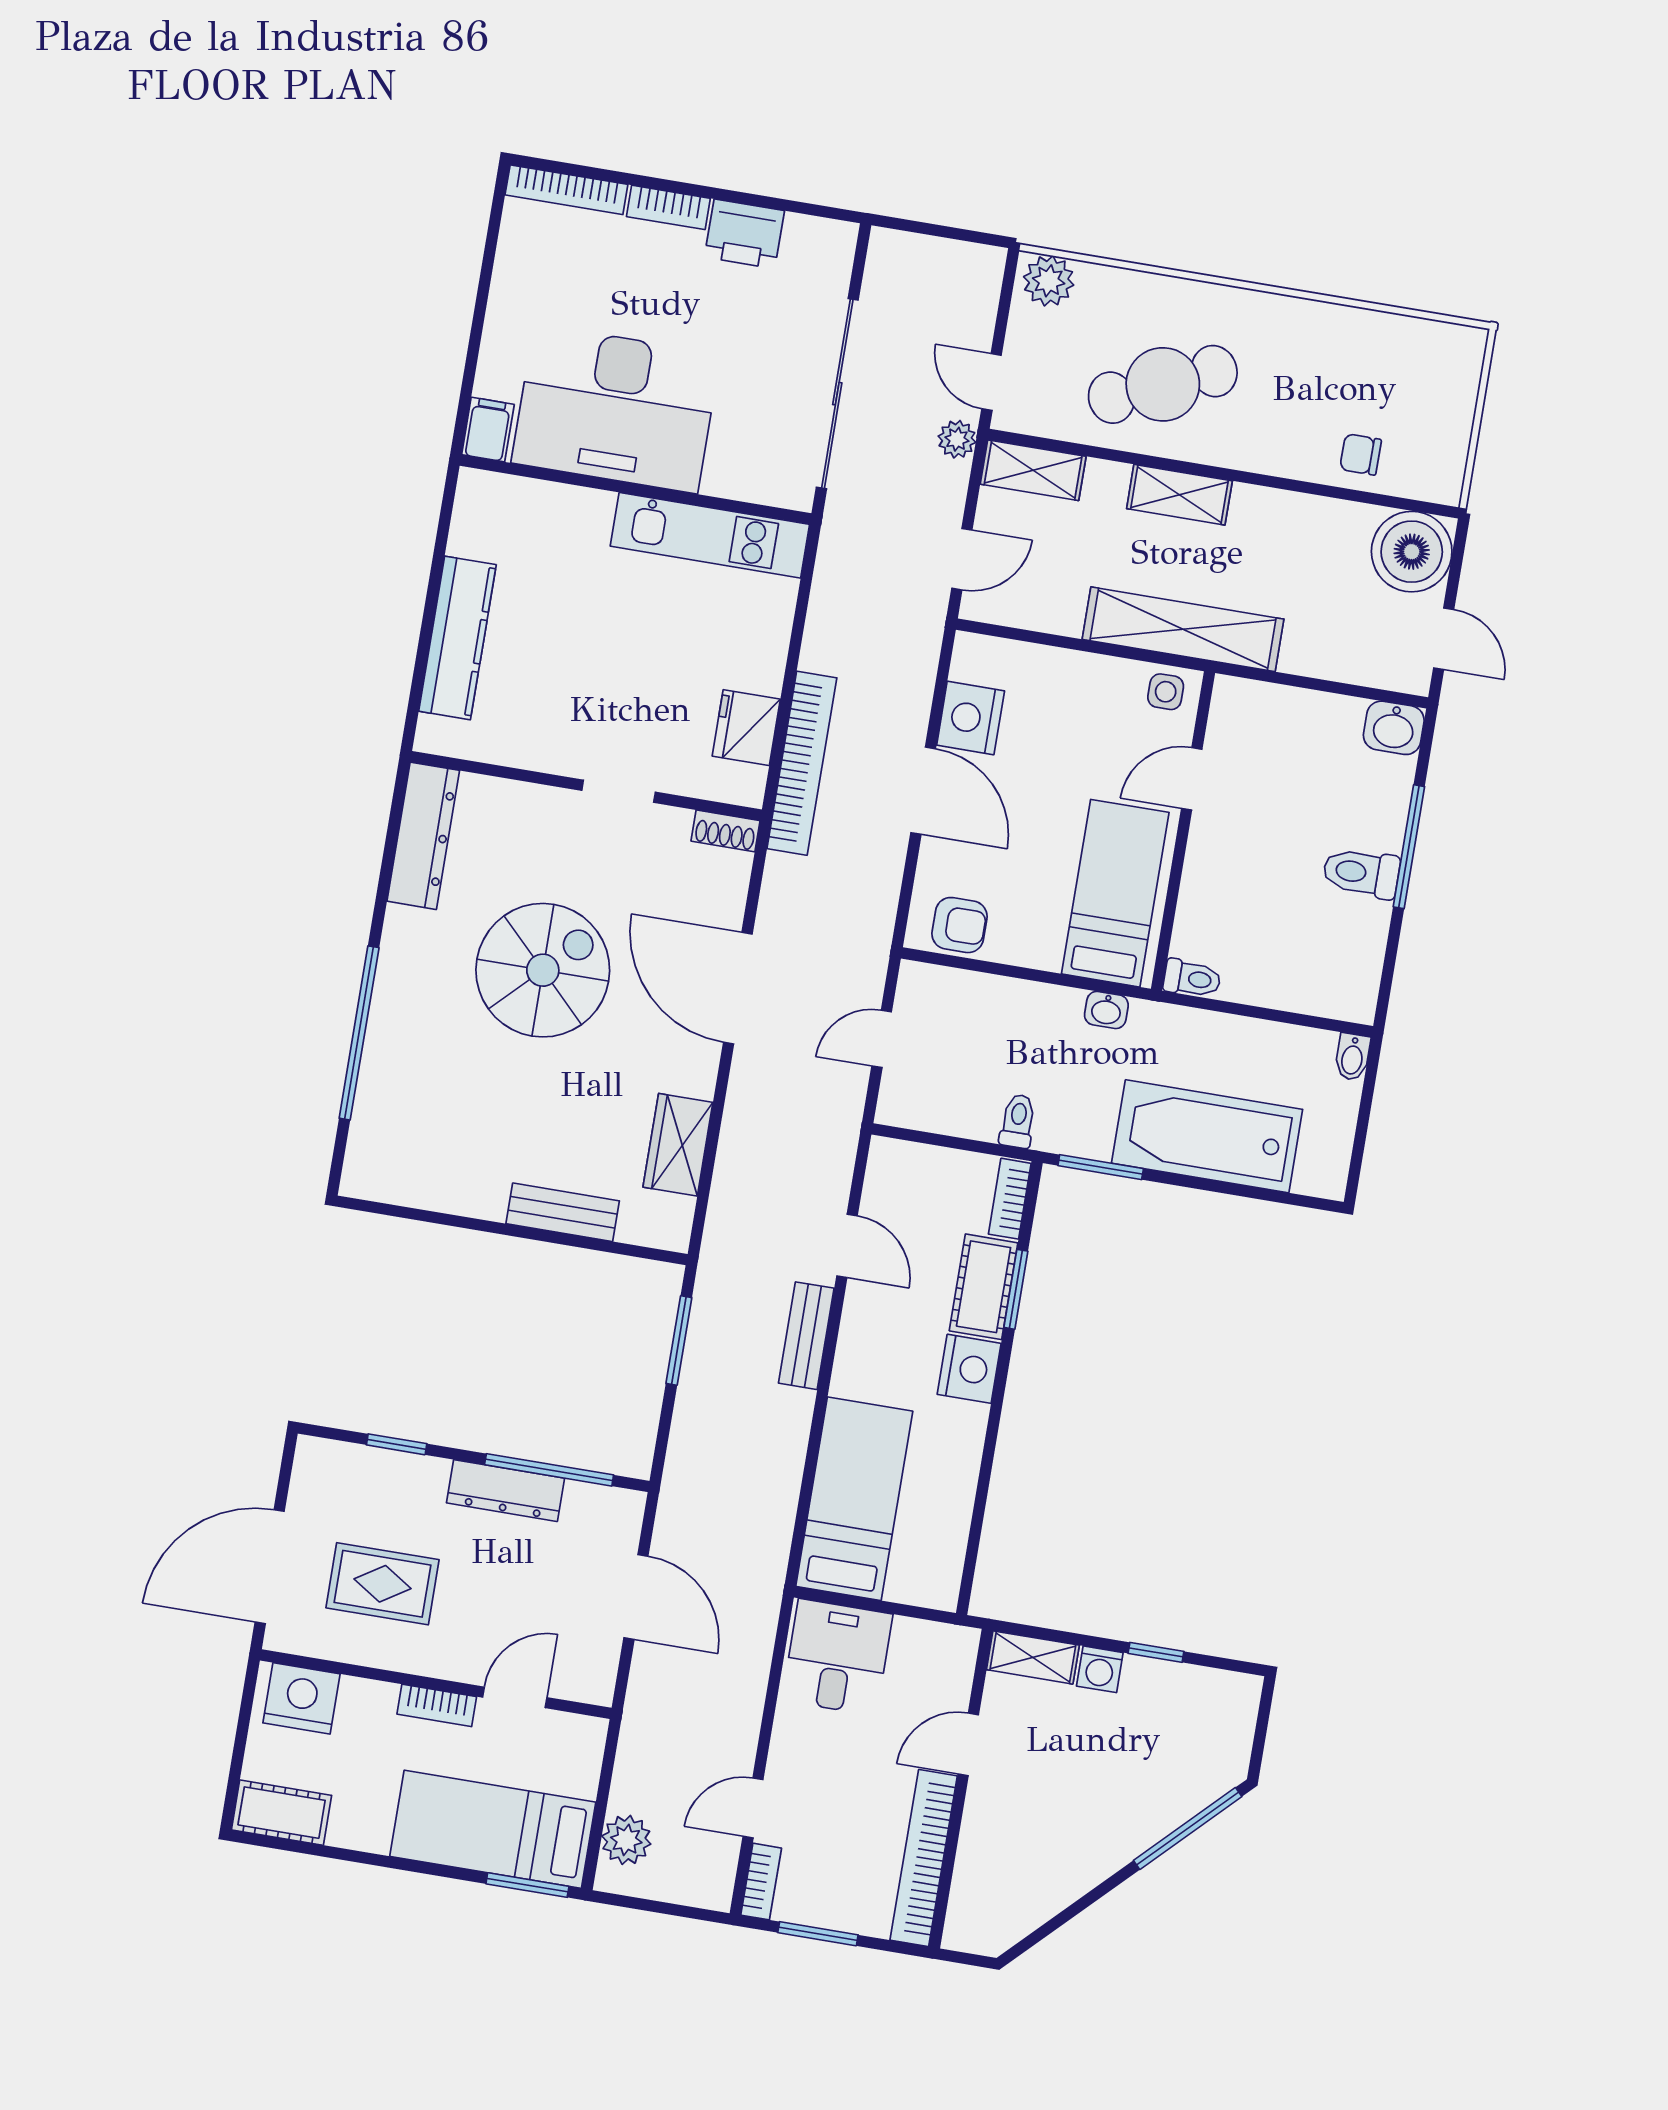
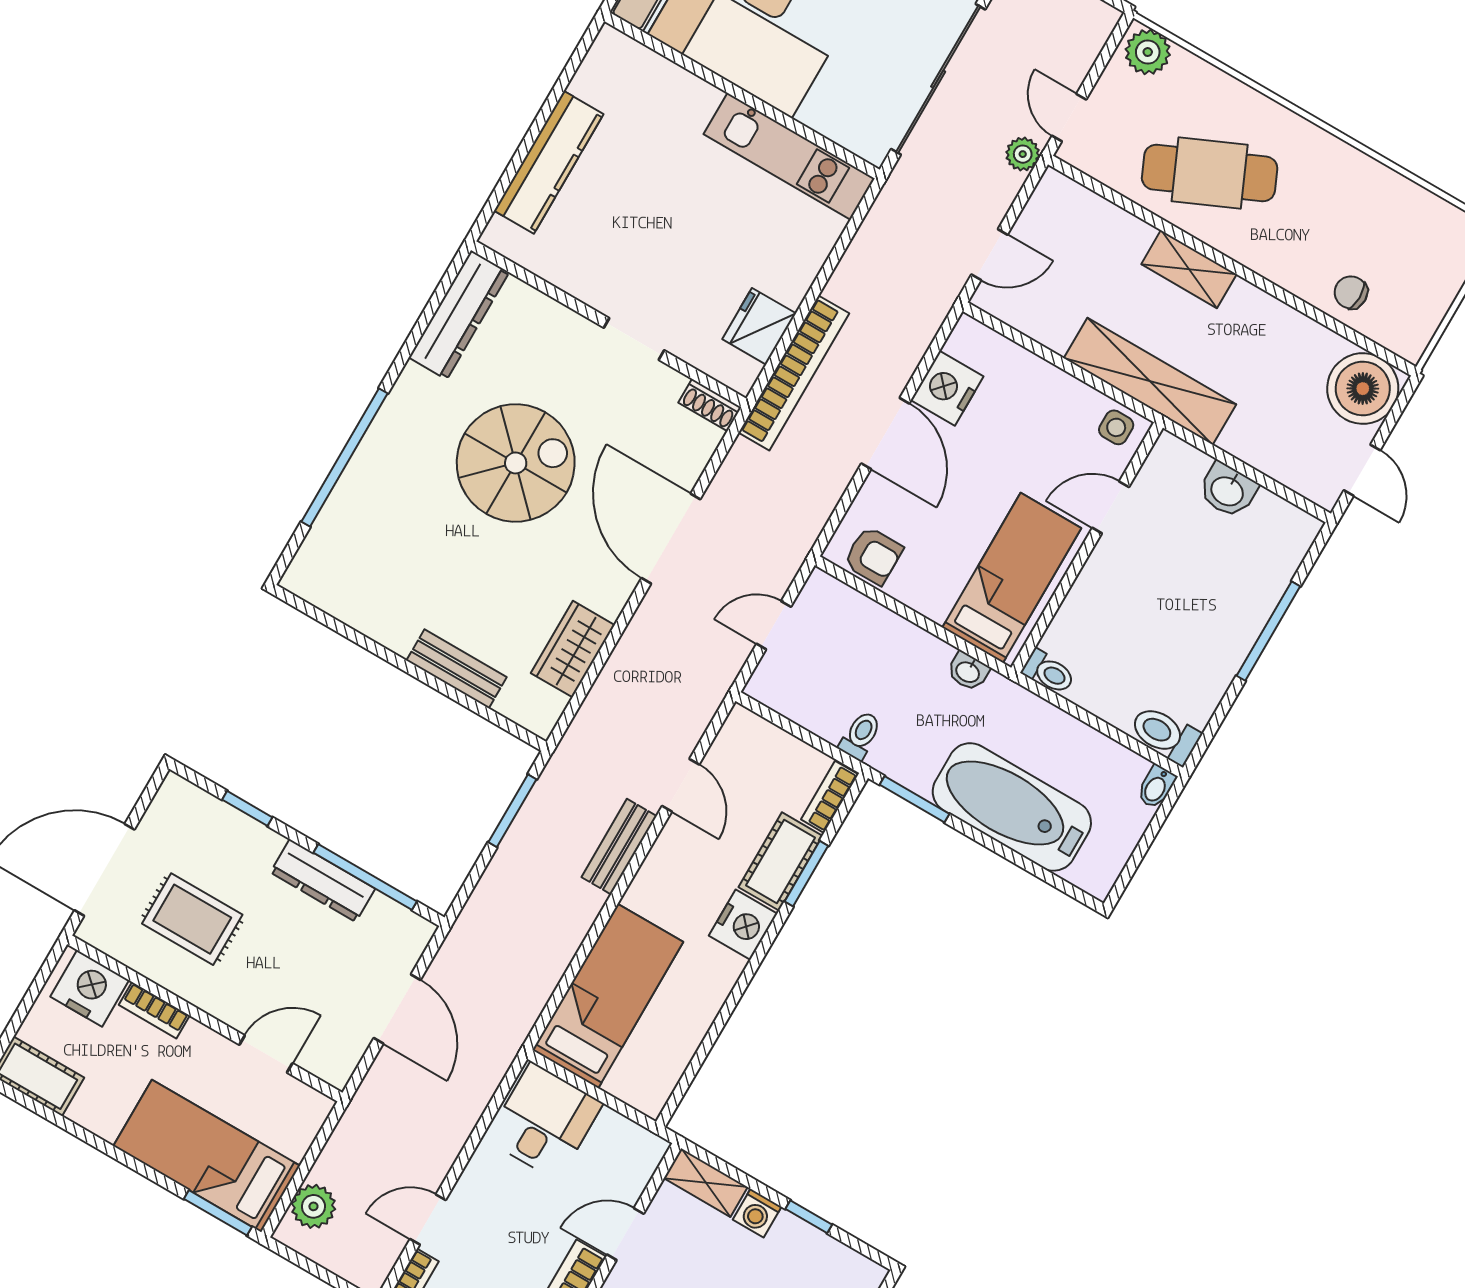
shelving: (1033, 470) -> (1076, 203), removed
washbasin: (1394, 728) -> (1228, 490), moved
toilet: (1361, 873) -> (1165, 734), moved
bookcase: (437, 1705) -> (154, 1010), moved

